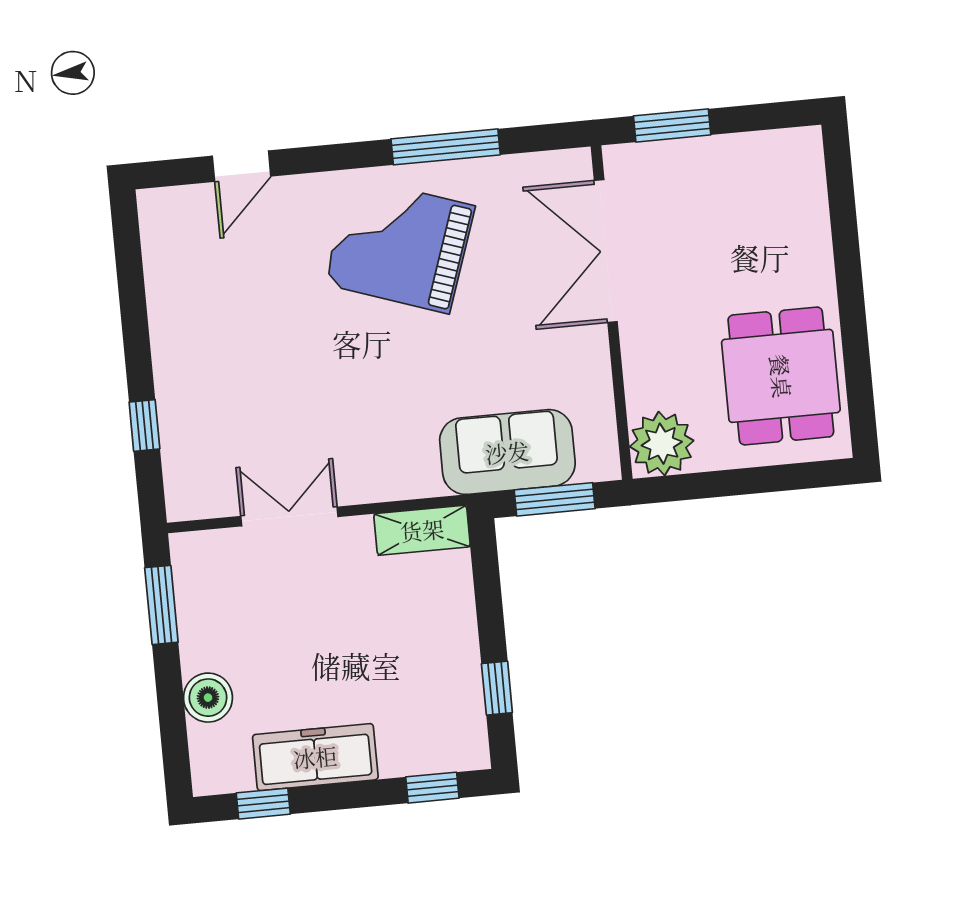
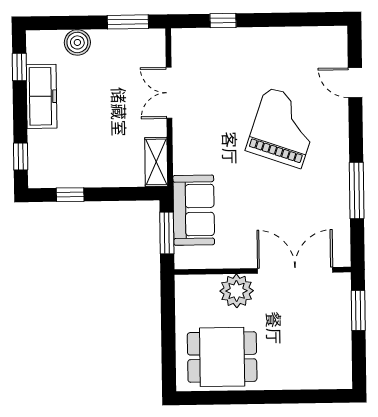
grand piano: (400, 245) -> (283, 128), moved
plant: (662, 444) -> (237, 291), moved
double door: (289, 516) -> (169, 93), swing flipped

